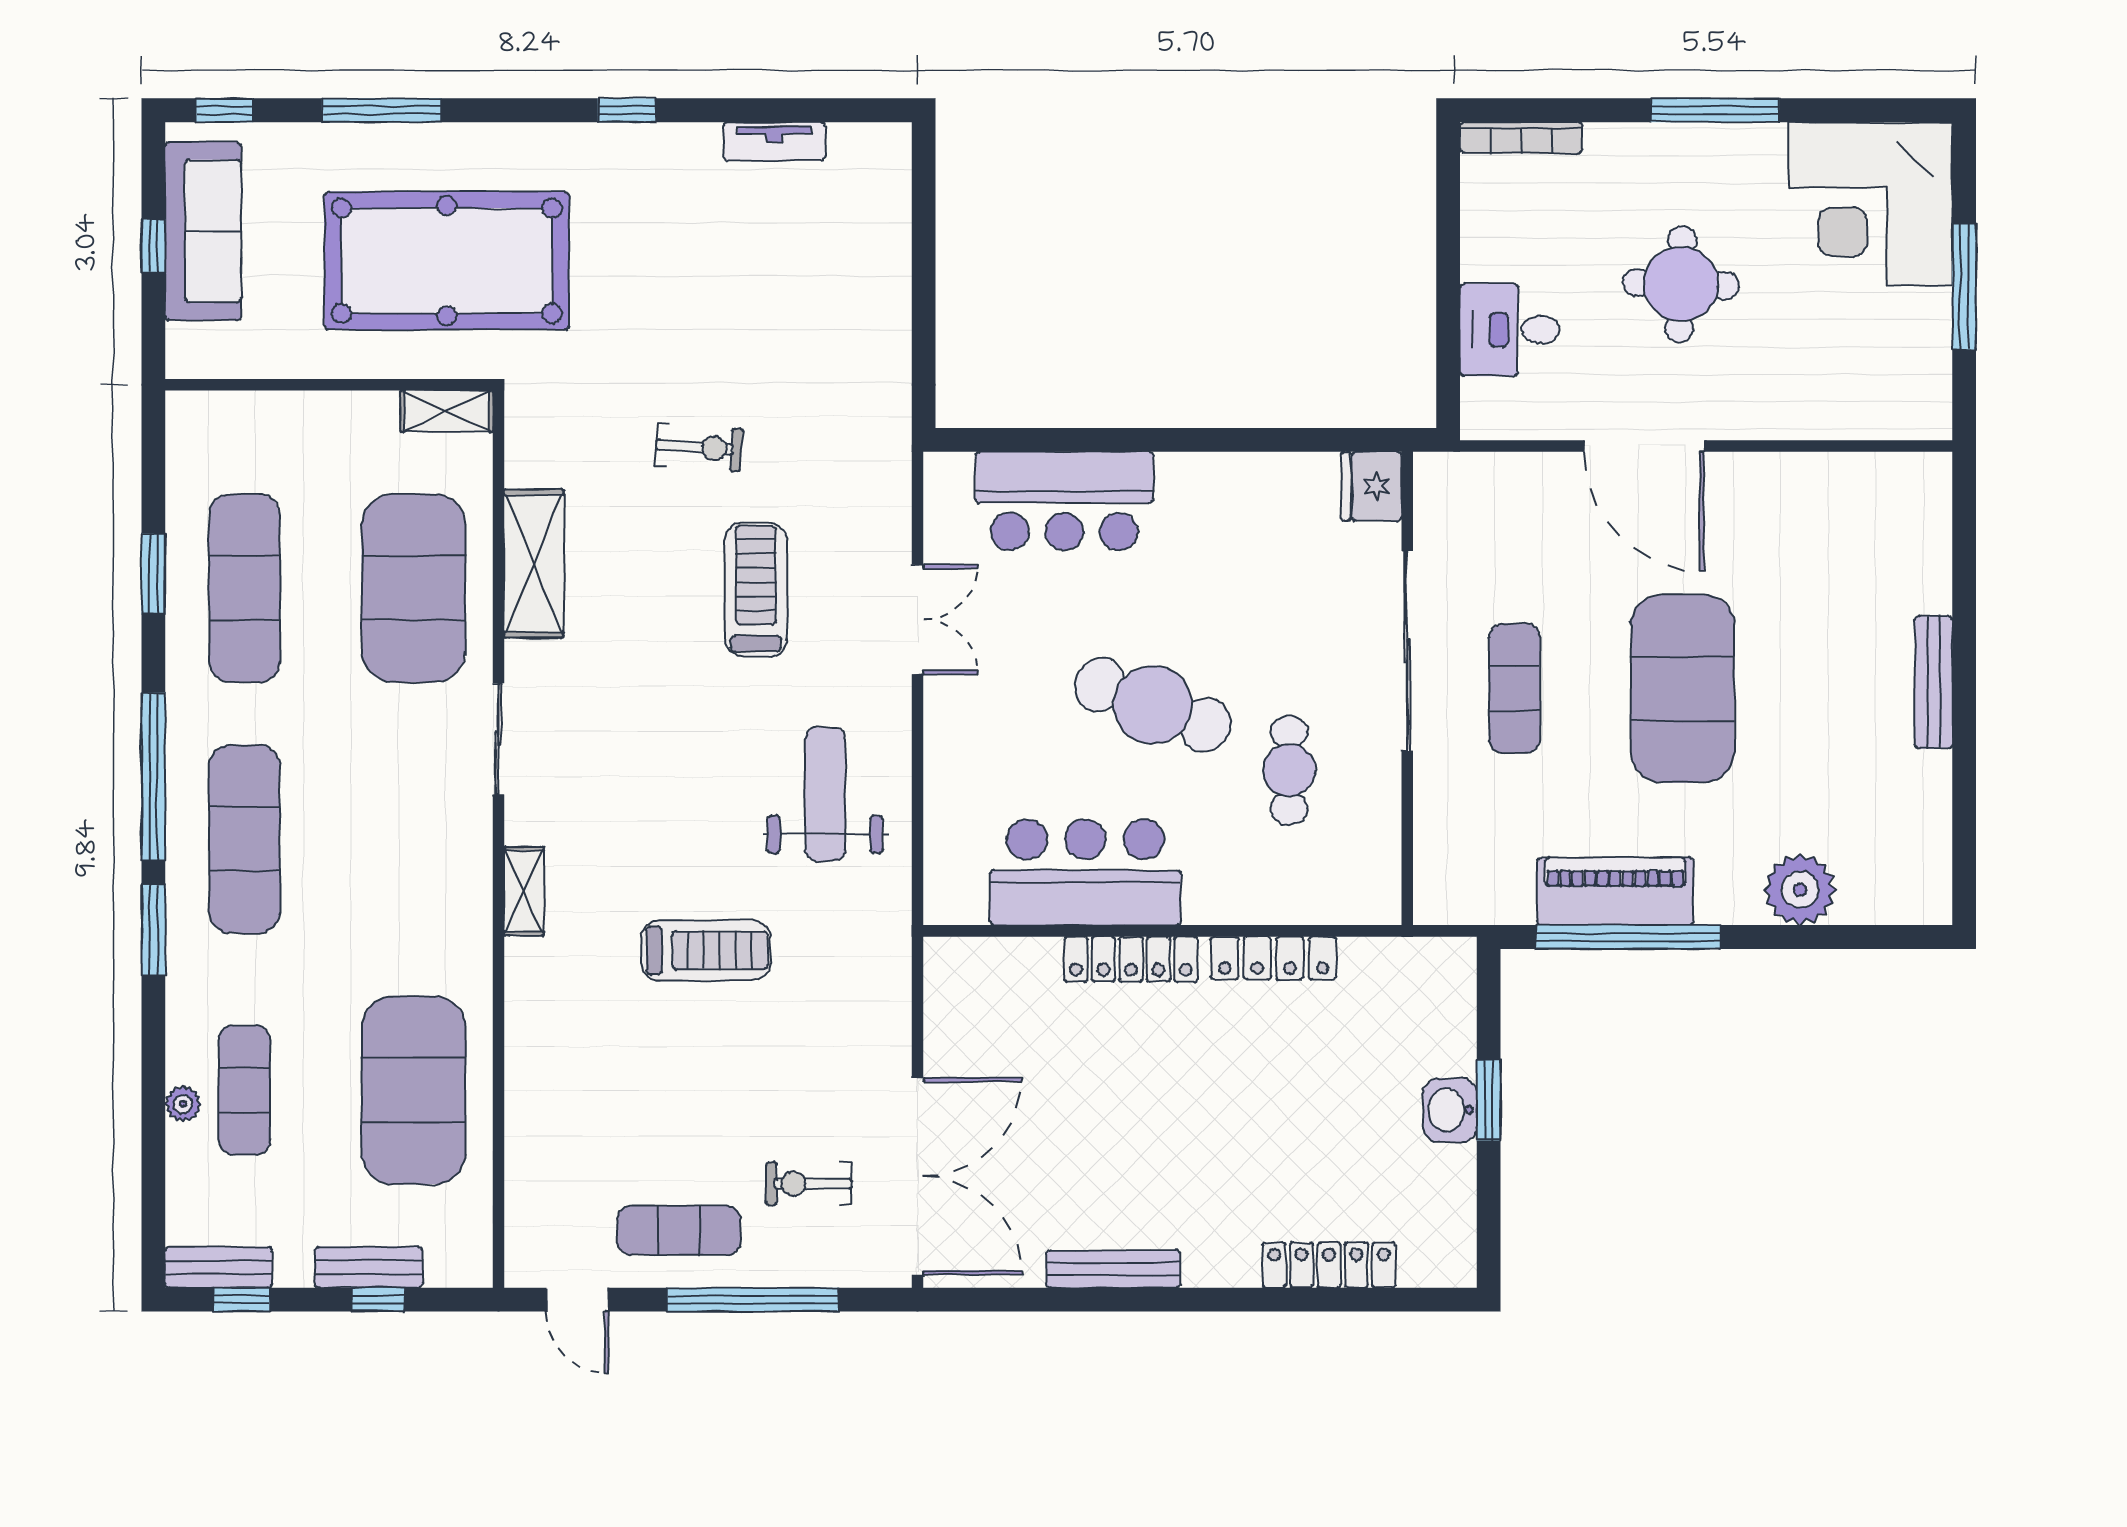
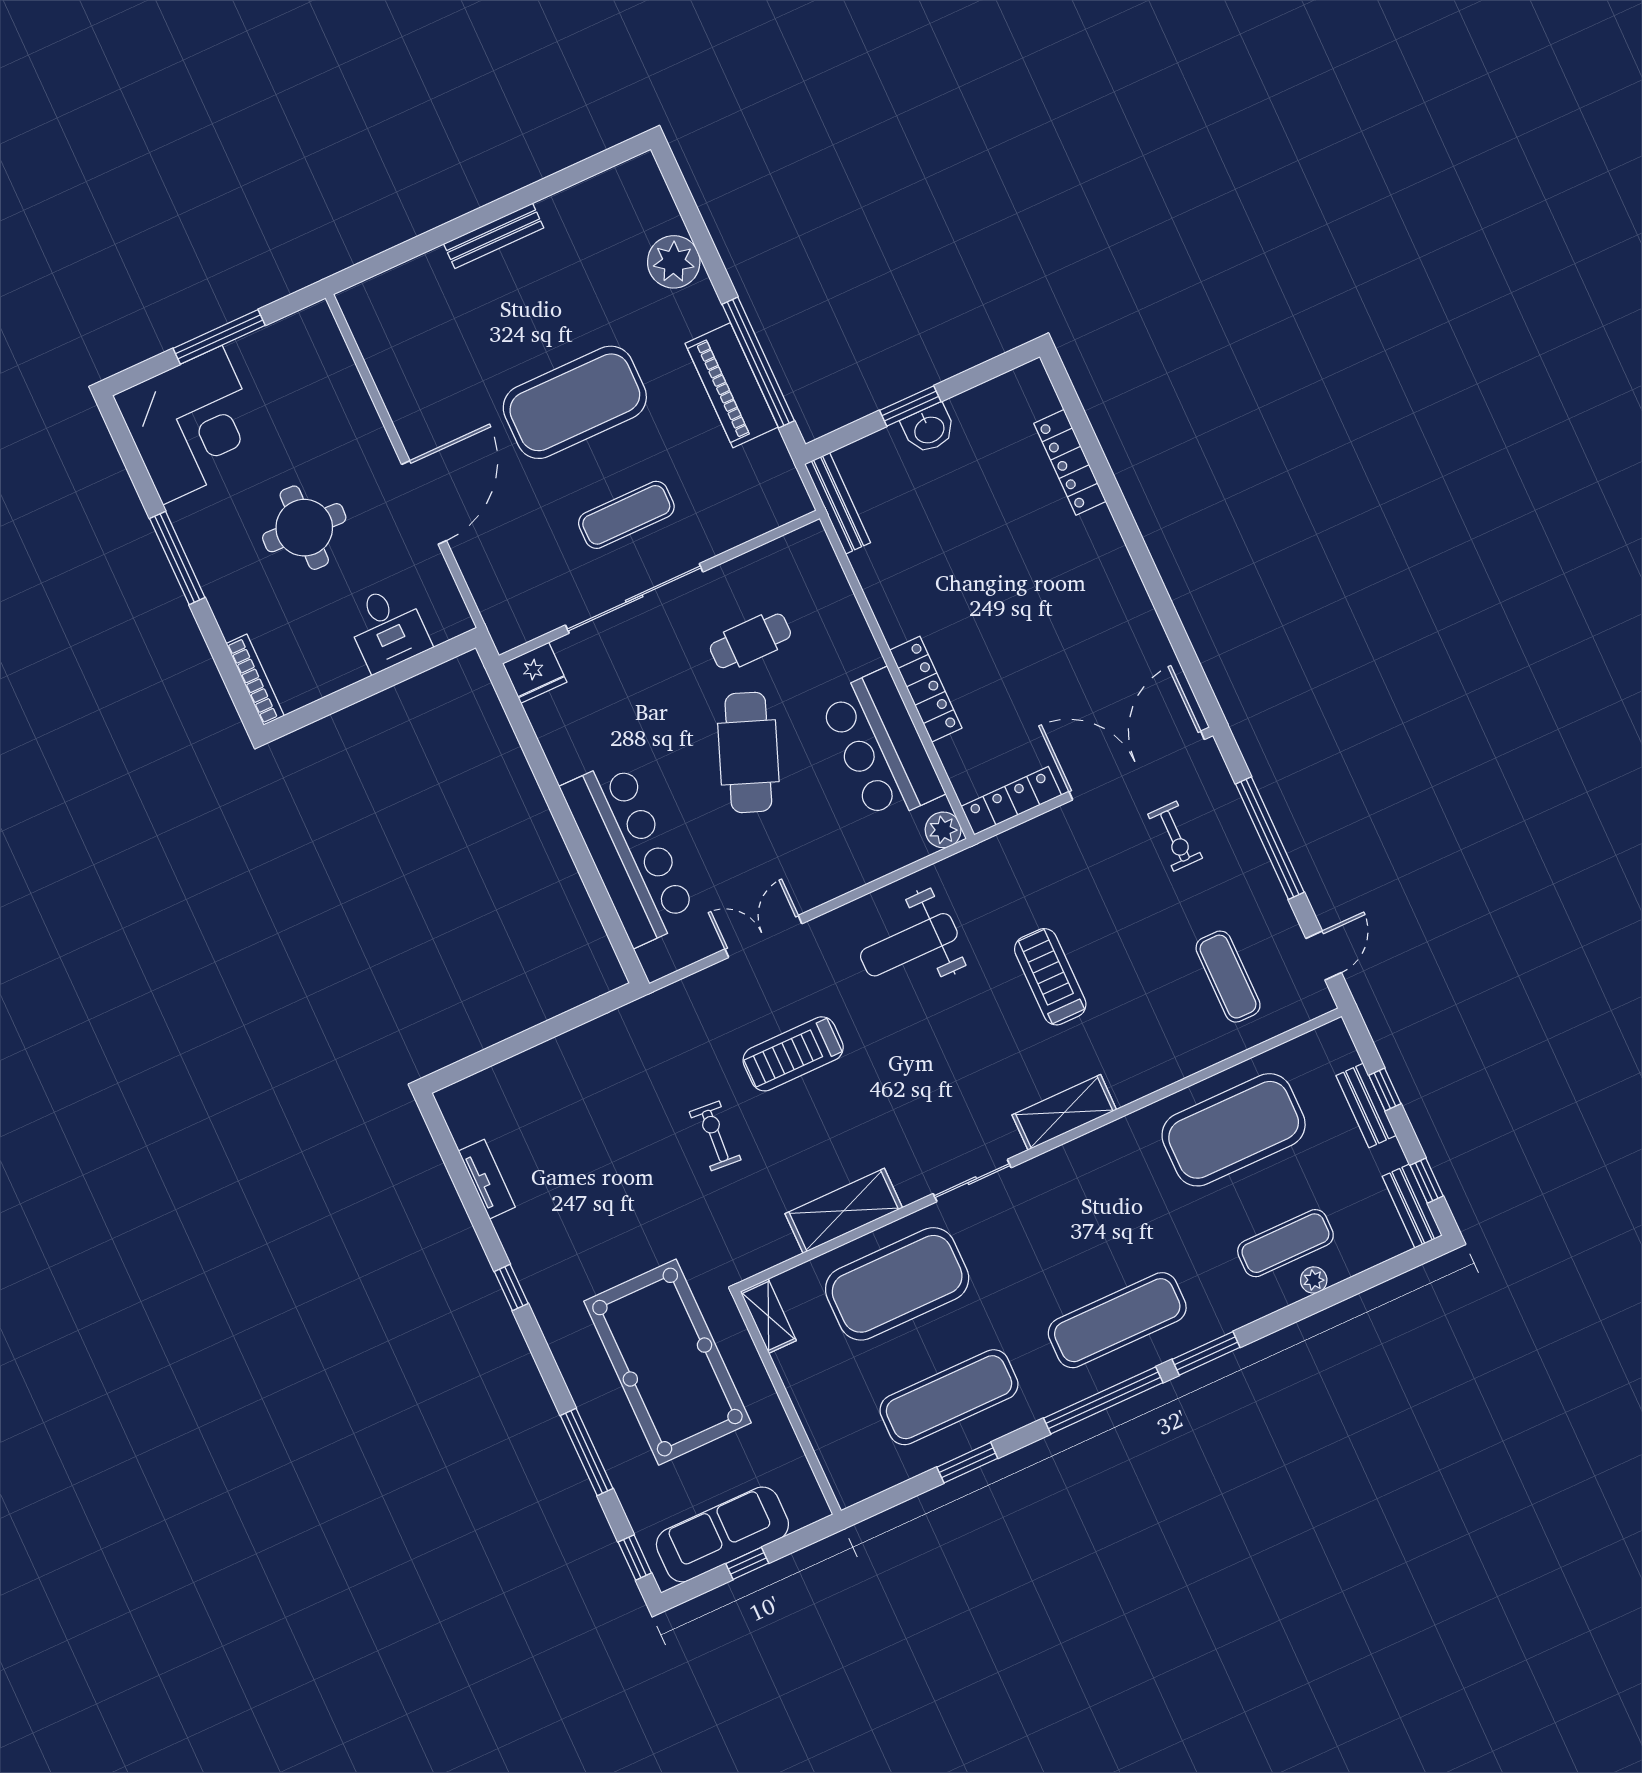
bar counter: (1064, 501) -> (629, 853), width x1.36
shelving: (524, 891) -> (1064, 1112), width x1.50, depth x1.33
plant: (947, 901) -> (943, 830), added
locker: (1274, 958) -> (1011, 801), moved, turned -90
exercise mat: (679, 1230) -> (1228, 977), moved
bench: (1113, 1269) -> (838, 503), moved

